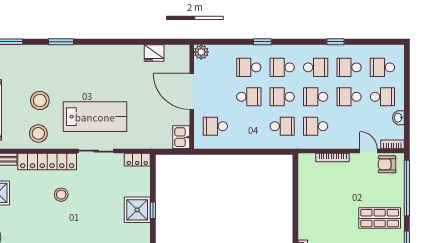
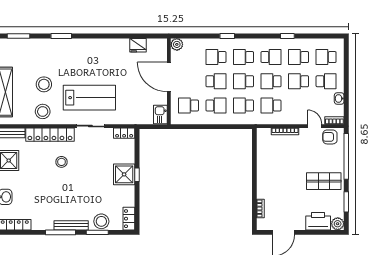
school desk: (249, 126) -> (216, 106), added
school desk: (282, 126) -> (244, 106), turned 180

